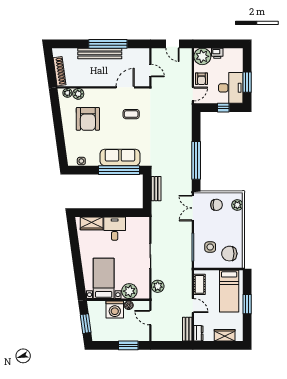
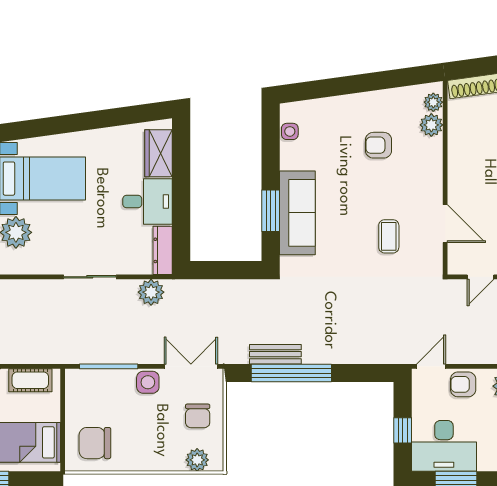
door: (193, 94) -> (431, 366), swing flipped
armchair: (88, 119) -> (379, 145), width x0.53, depth x0.53
window: (119, 170) -> (271, 211), width x0.47
bench: (156, 189) -> (275, 354), moved
dresser: (138, 221) -> (163, 250), added
side table: (210, 247) -> (148, 382), moved
chair: (229, 254) -> (95, 443), turned -90
plant: (158, 286) -> (151, 292), moved

